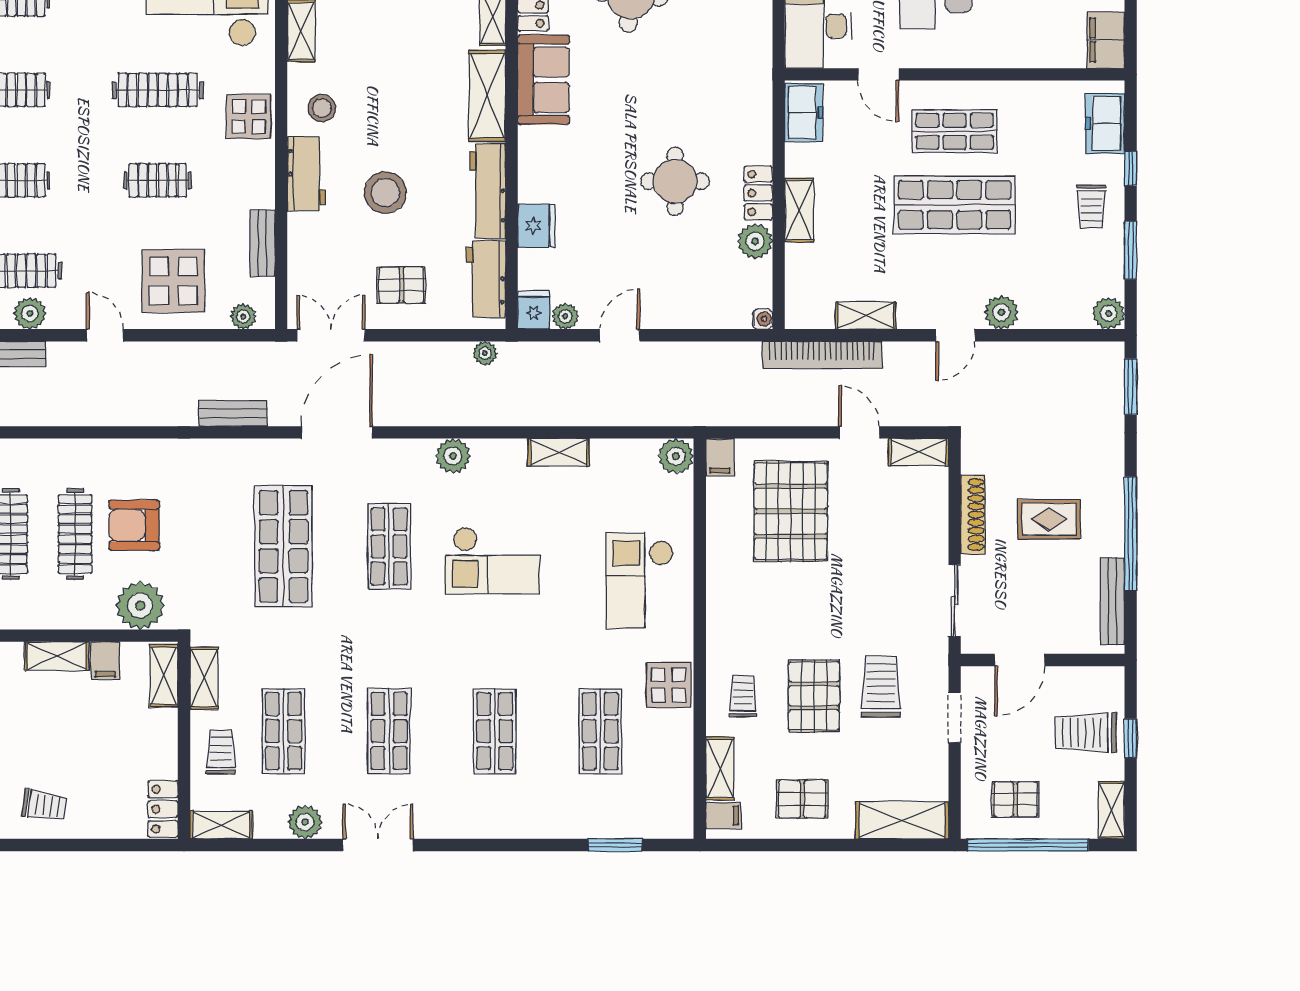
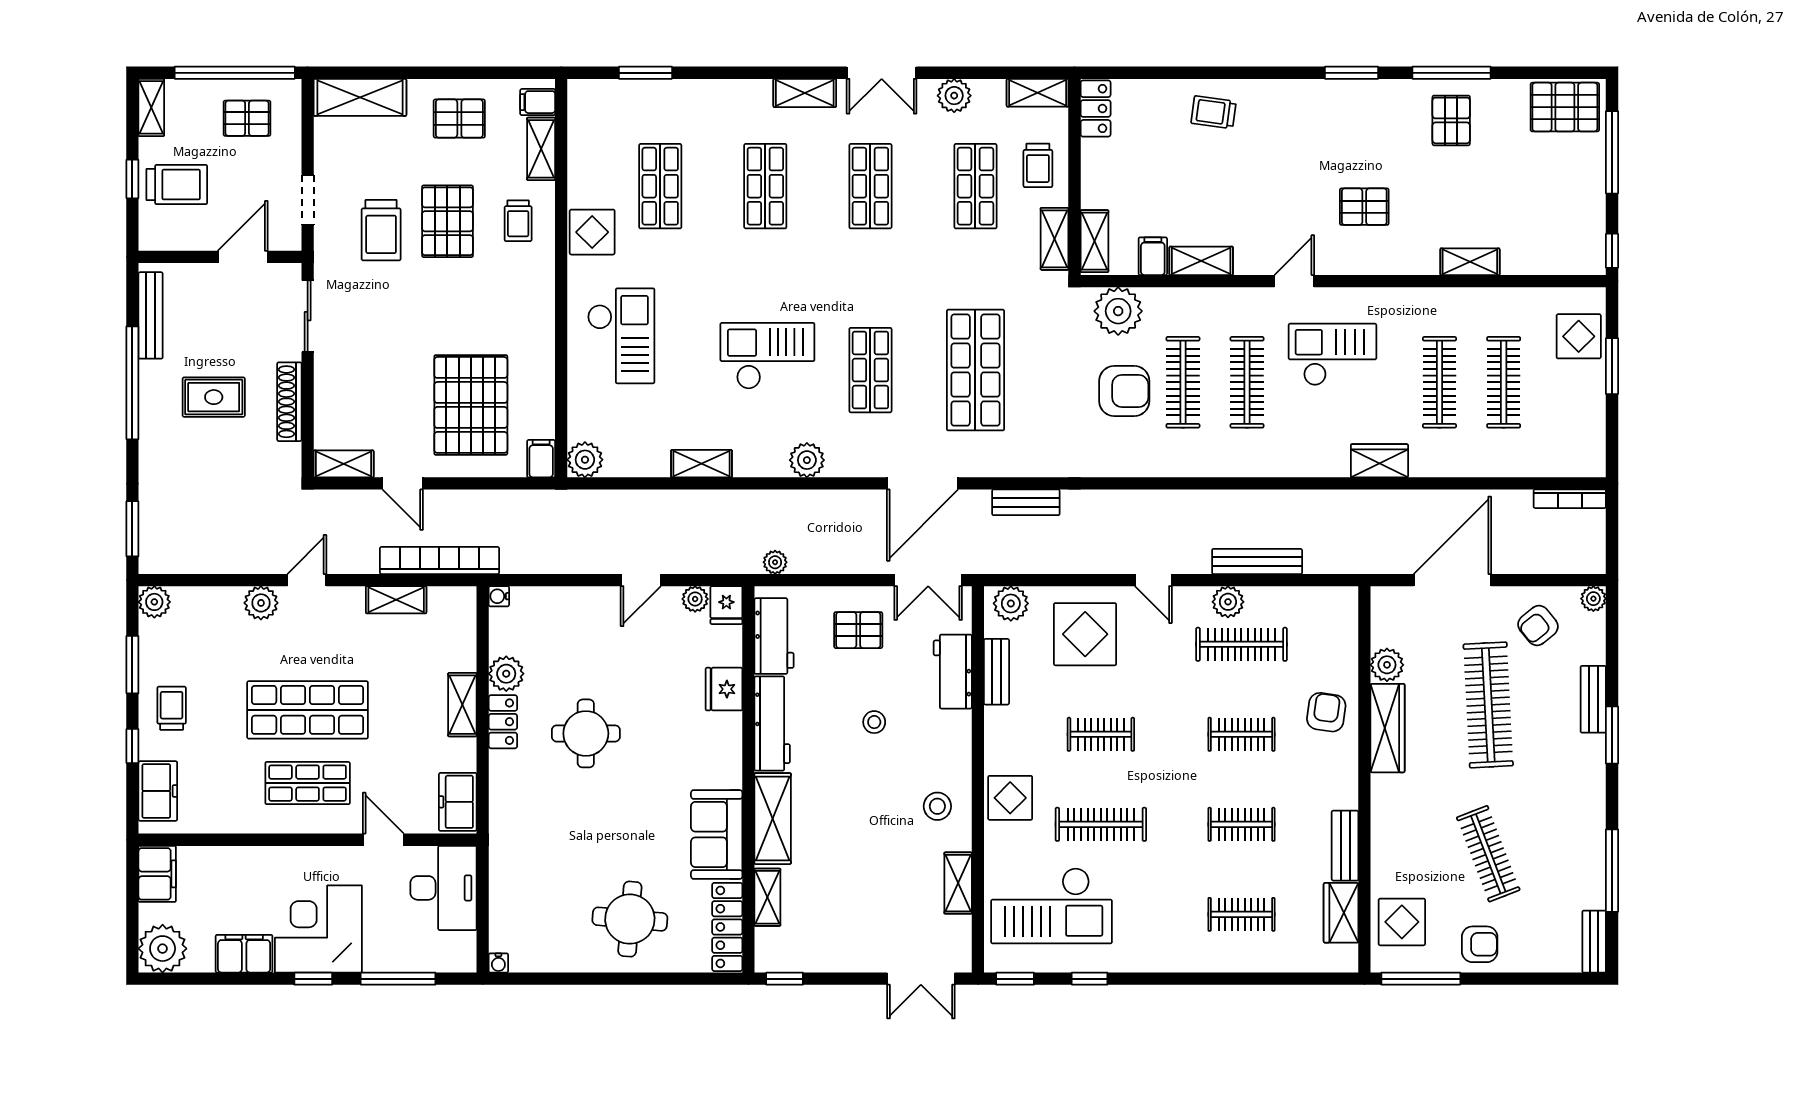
workbench: (306, 174) -> (953, 672), moved
stool: (385, 193) -> (874, 722), width x0.53, depth x0.53
plant: (243, 317) -> (1011, 603), width x1.38, depth x1.38
shelving: (455, 825) -> (805, 93), added

